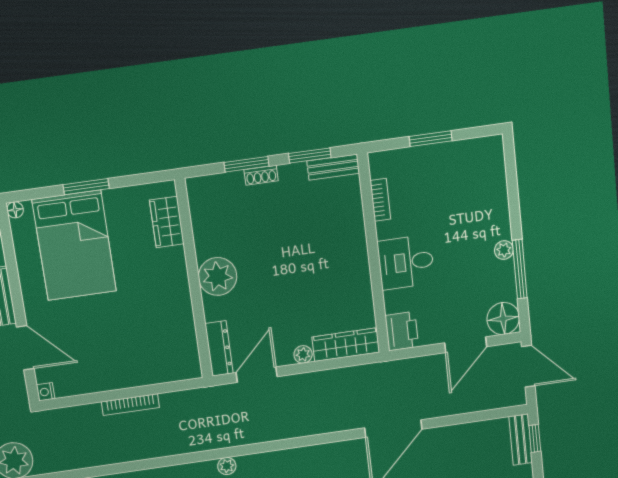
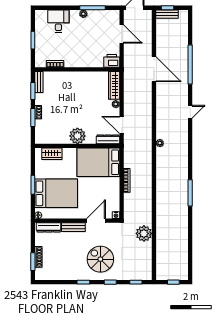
desk: (406, 262) -> (58, 21), moved, turned 180
floor lamp: (503, 319) -> (113, 17), removed
bed: (163, 334) -> (98, 162), added

